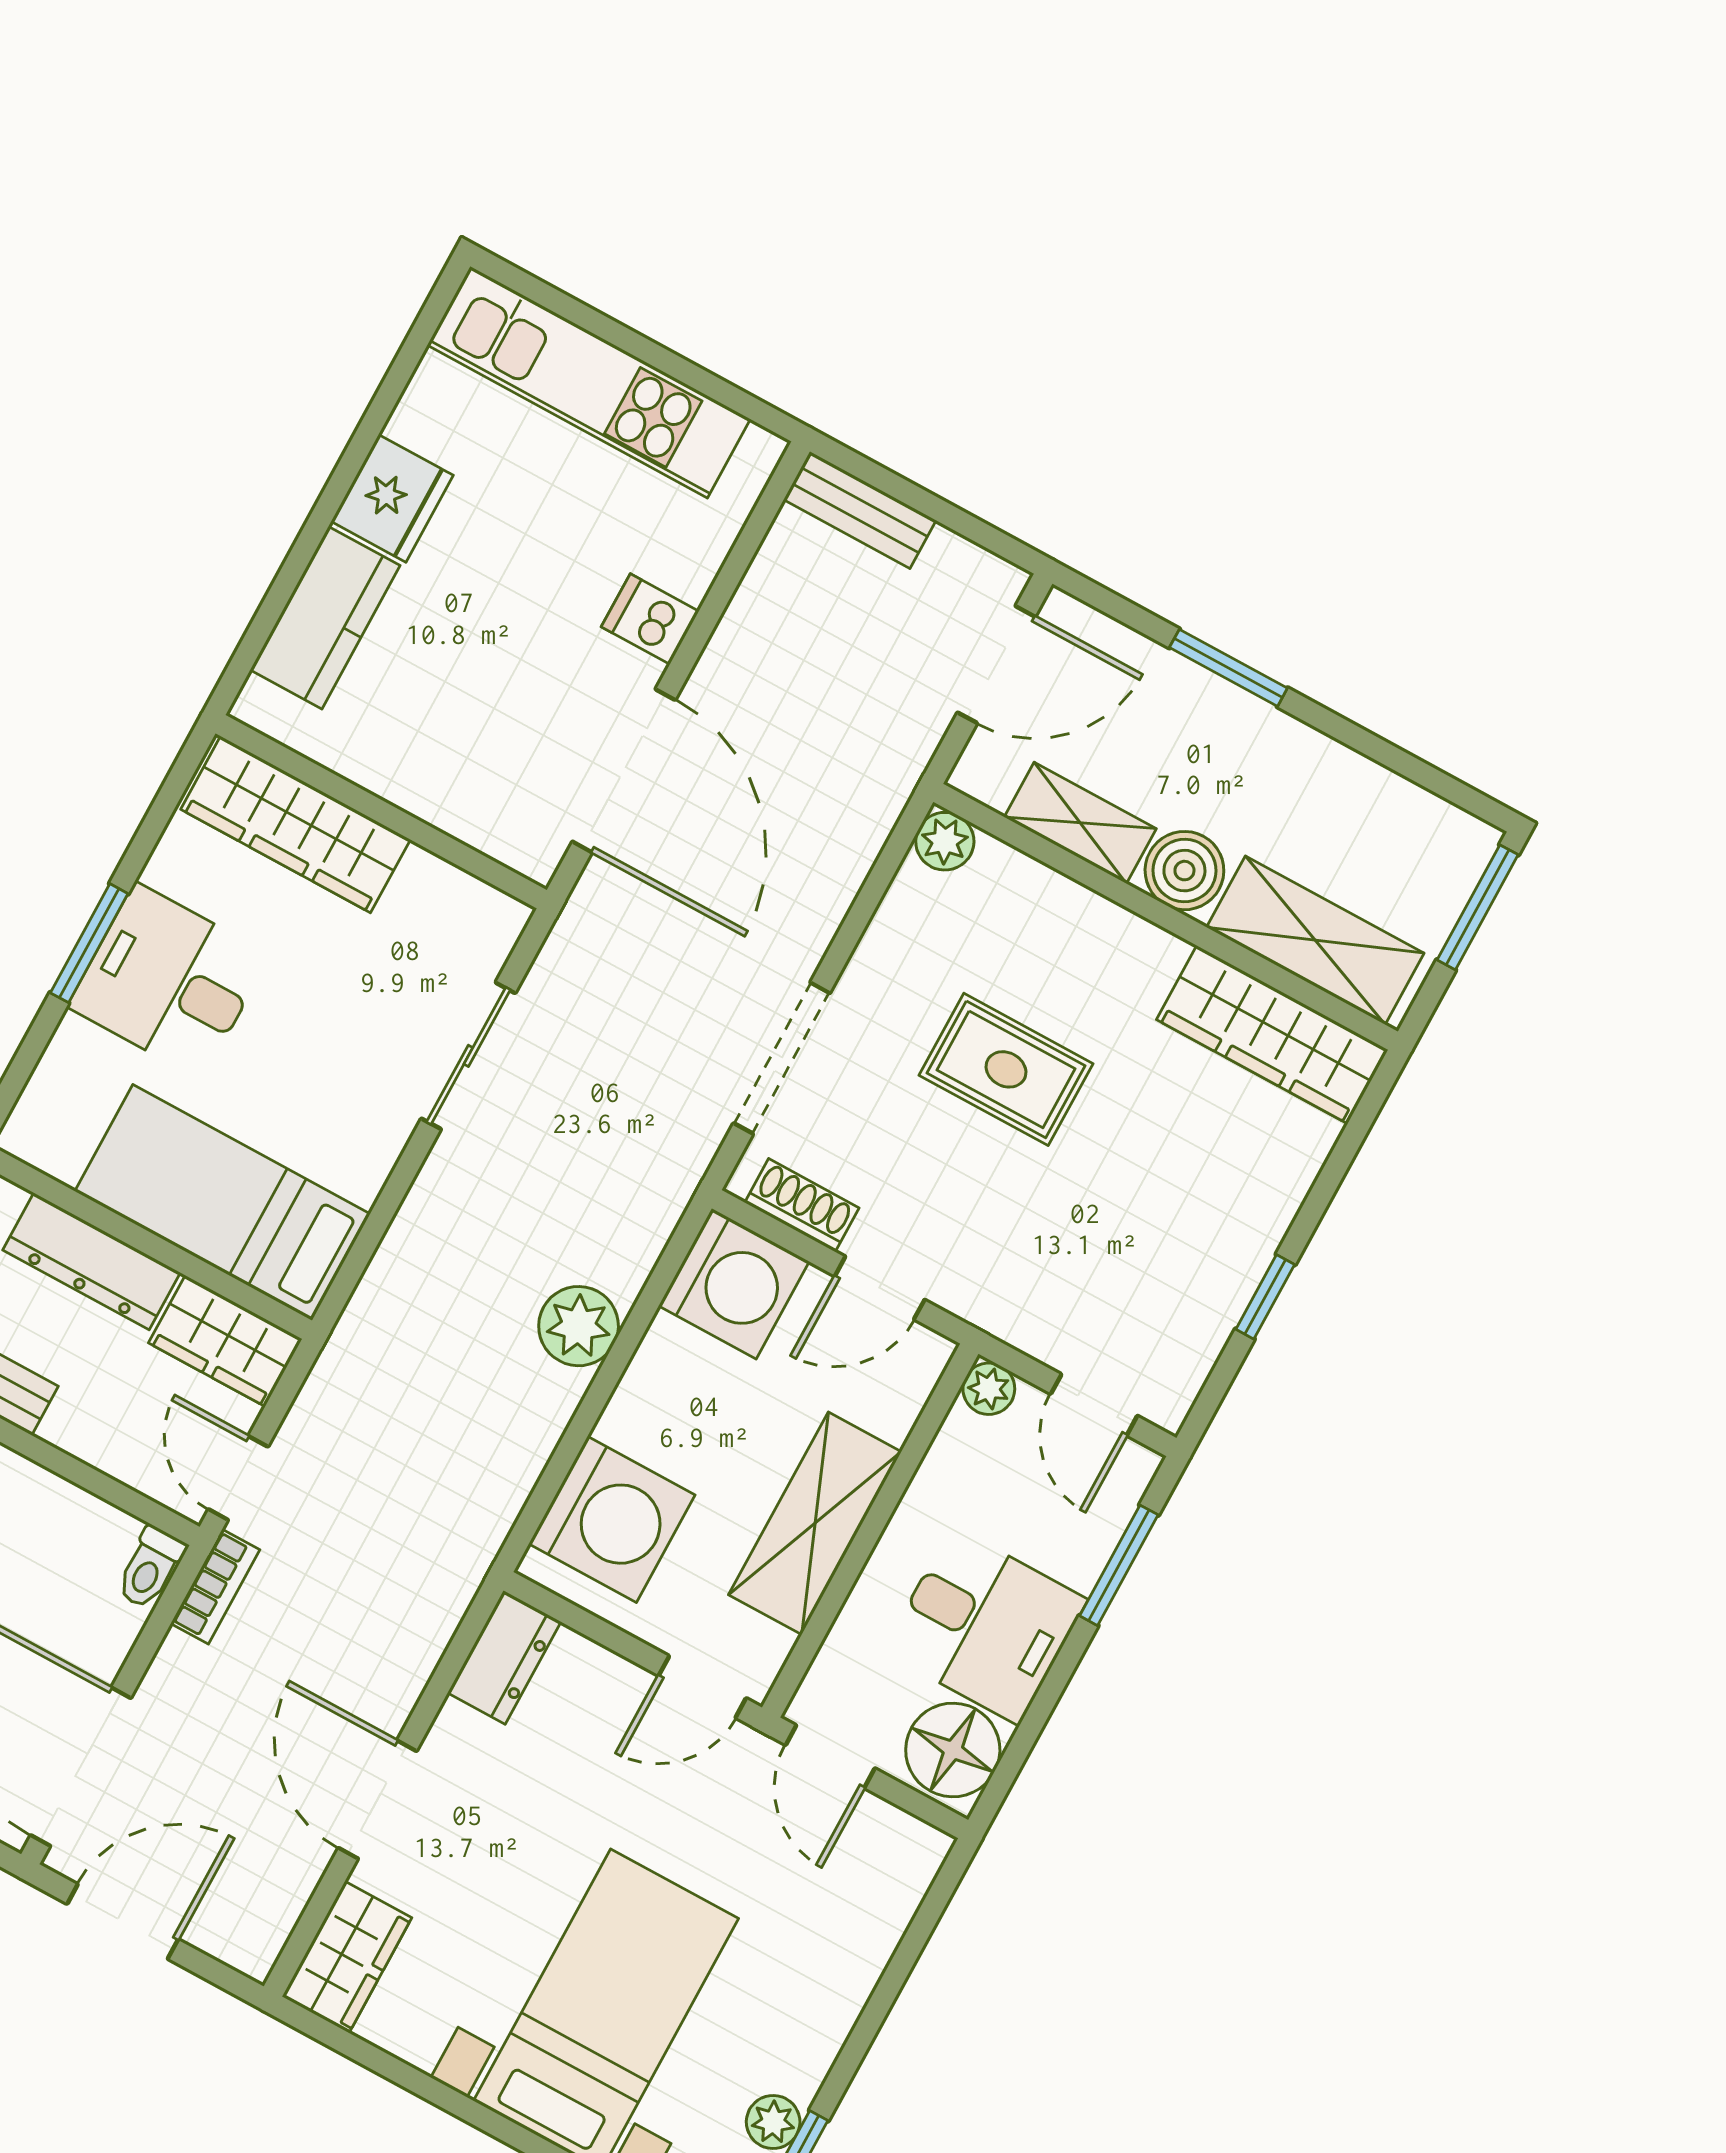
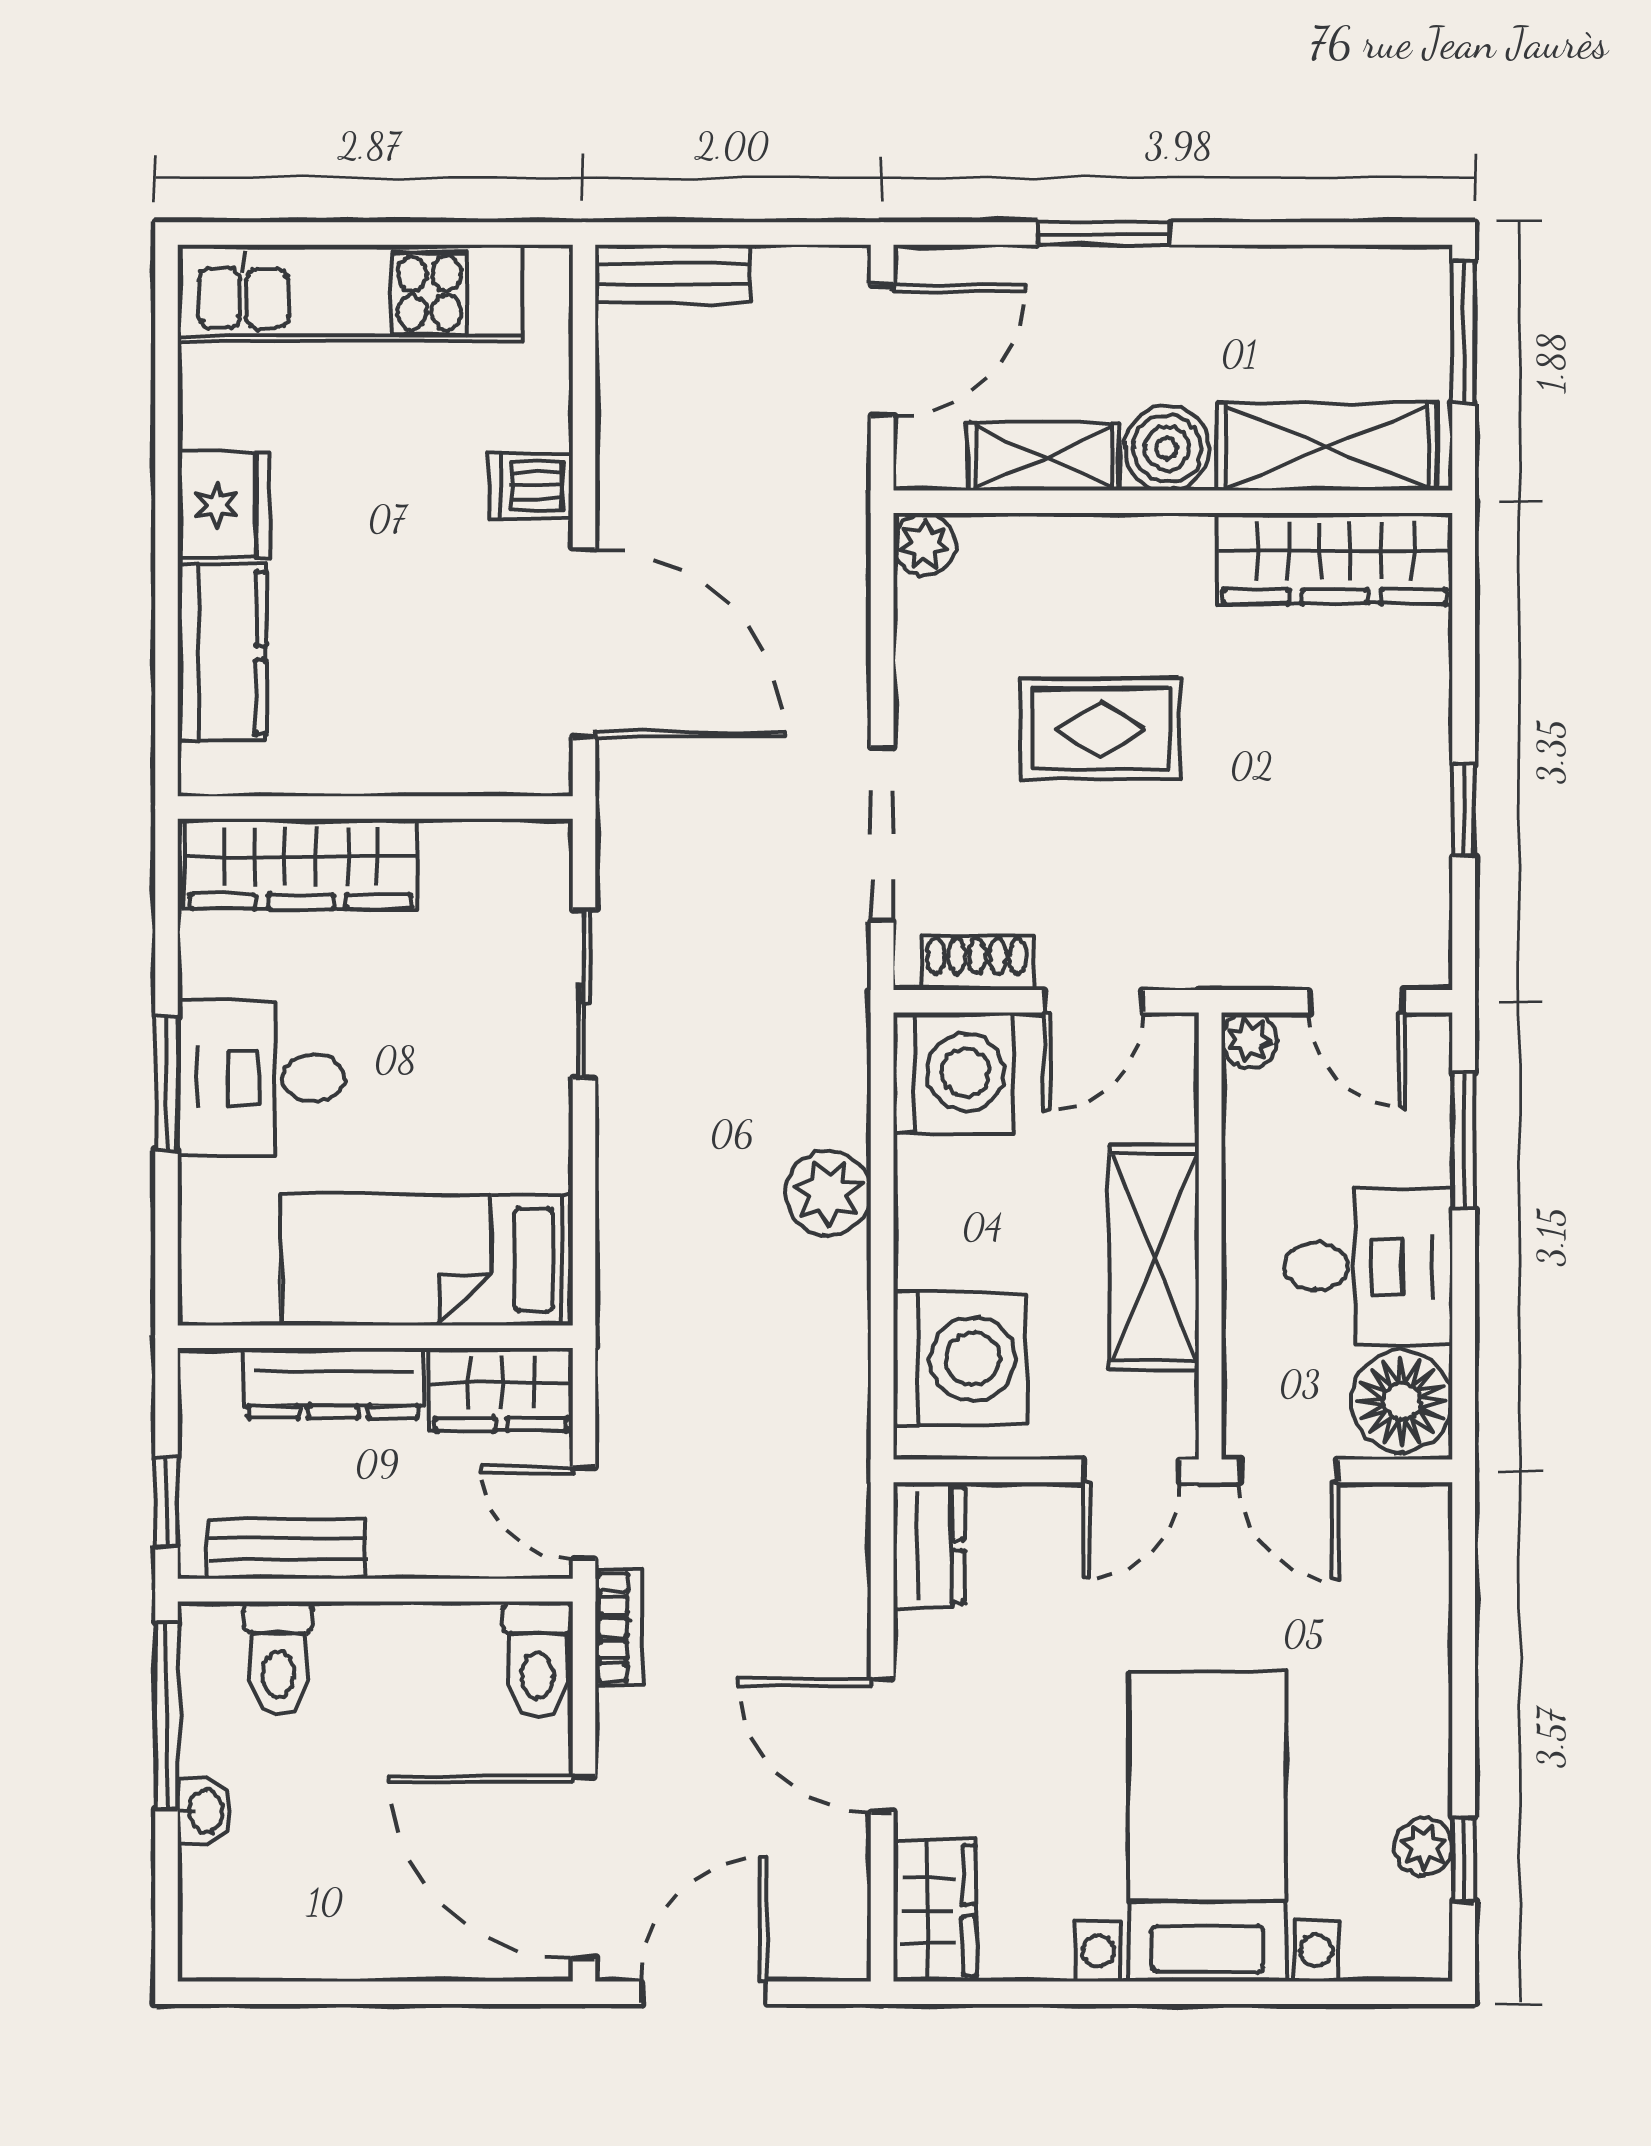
toilet: (150, 1568) -> (538, 1659), width x1.37, depth x1.39

